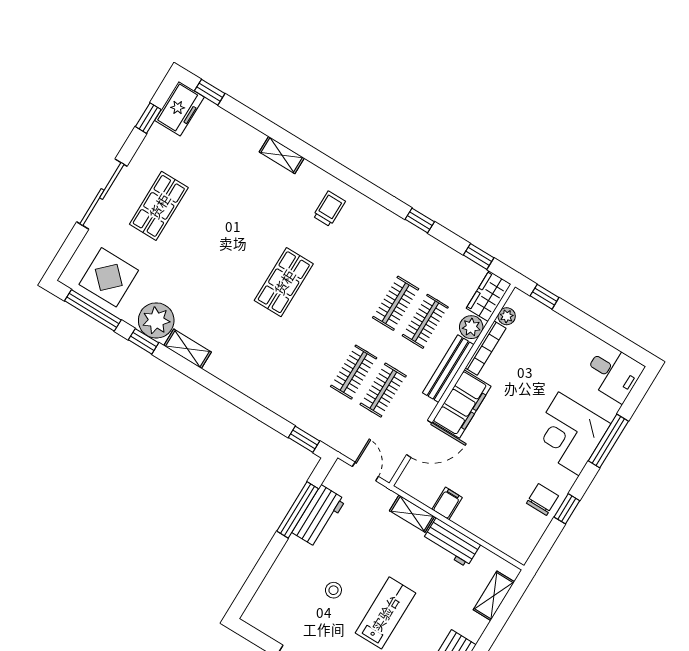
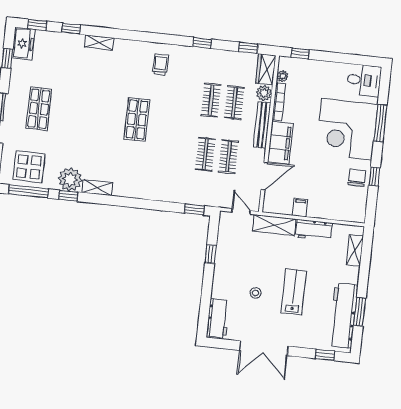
window: (253, 119) -> (71, 29), added
trolley: (329, 209) -> (160, 65), moved
corner desk: (569, 434) -> (347, 129), width x1.36, depth x1.36
window: (298, 510) -> (211, 254), width x0.46
shelving: (412, 514) -> (274, 225), width x1.50, depth x1.33
workbench: (319, 516) -> (218, 318), moved

